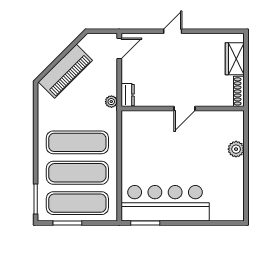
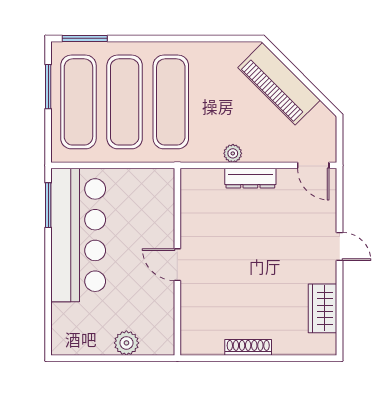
wardrobe: (235, 59) -> (322, 308), moved, turned -90
dresser: (128, 95) -> (250, 178), width x1.44
wall: (183, 109) -> (177, 262), moved
door: (185, 109) -> (177, 265), moved
plant: (236, 149) -> (126, 343), moved

